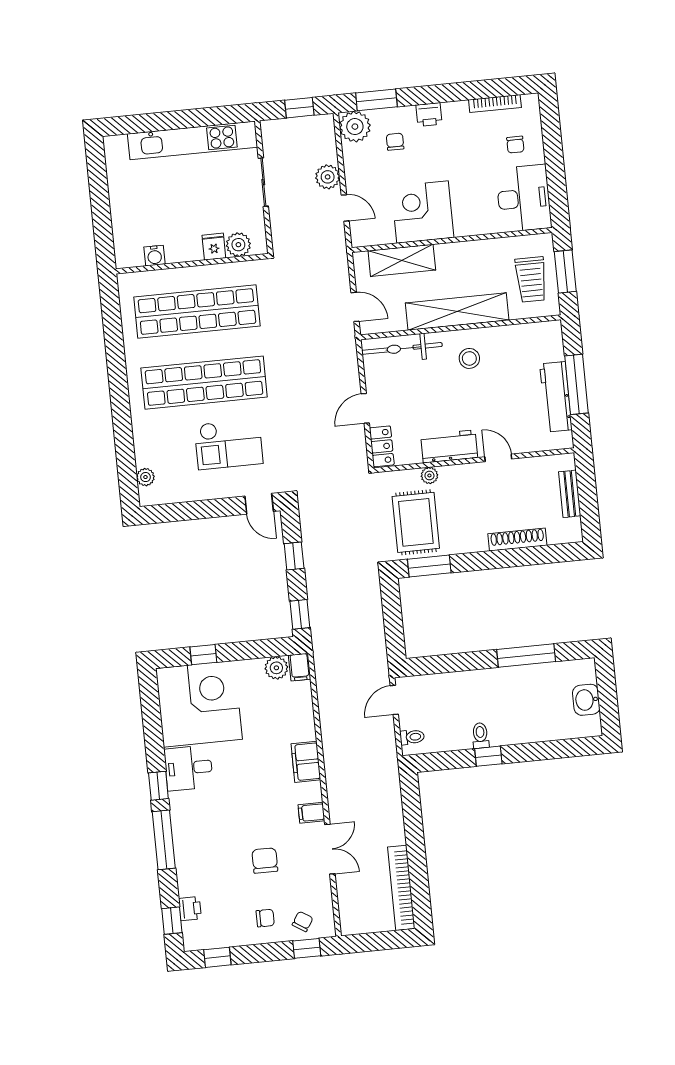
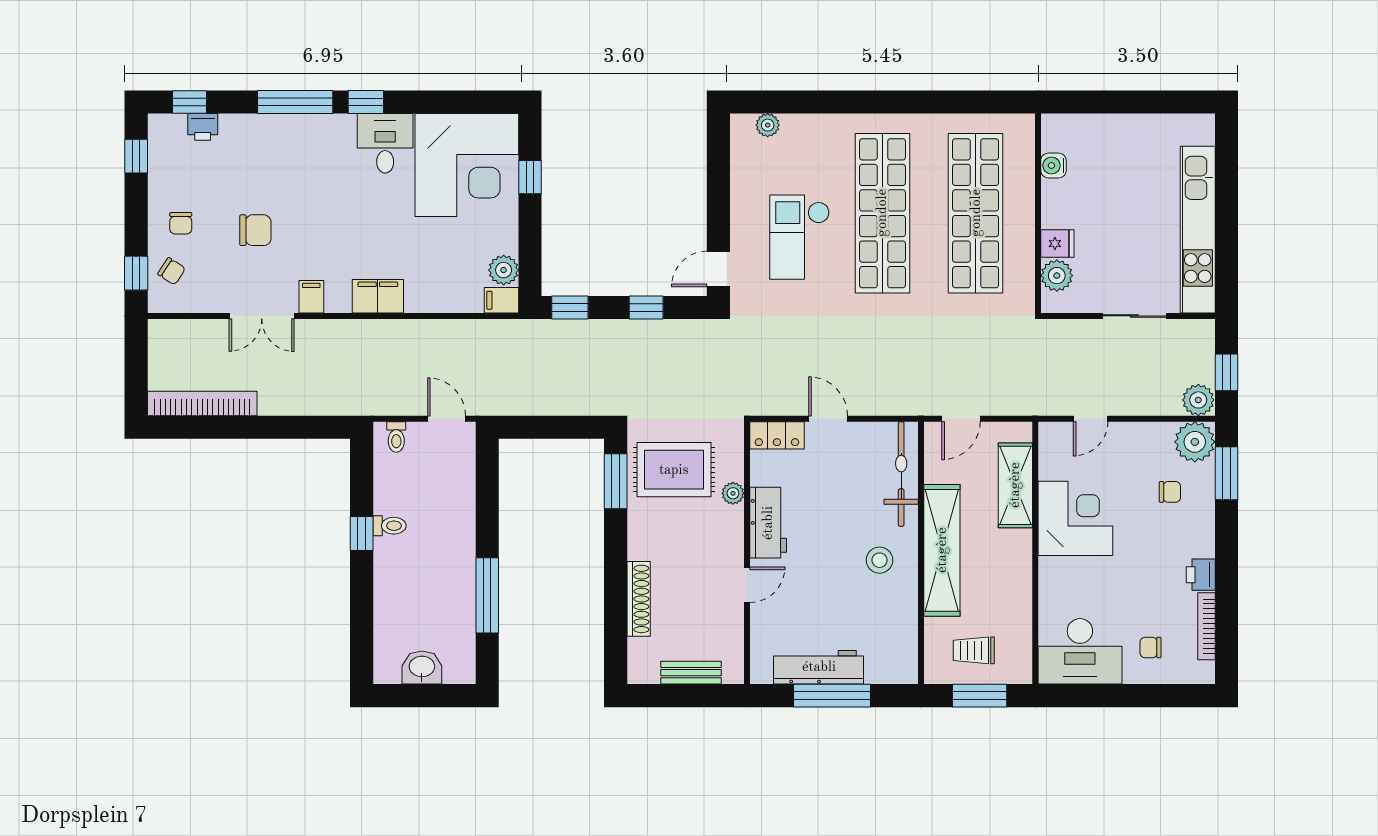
printer: (429, 115) -> (1201, 575), moved
plant: (328, 177) -> (1198, 400), moved
trolley: (531, 279) -> (974, 650), width x0.73, depth x0.72

